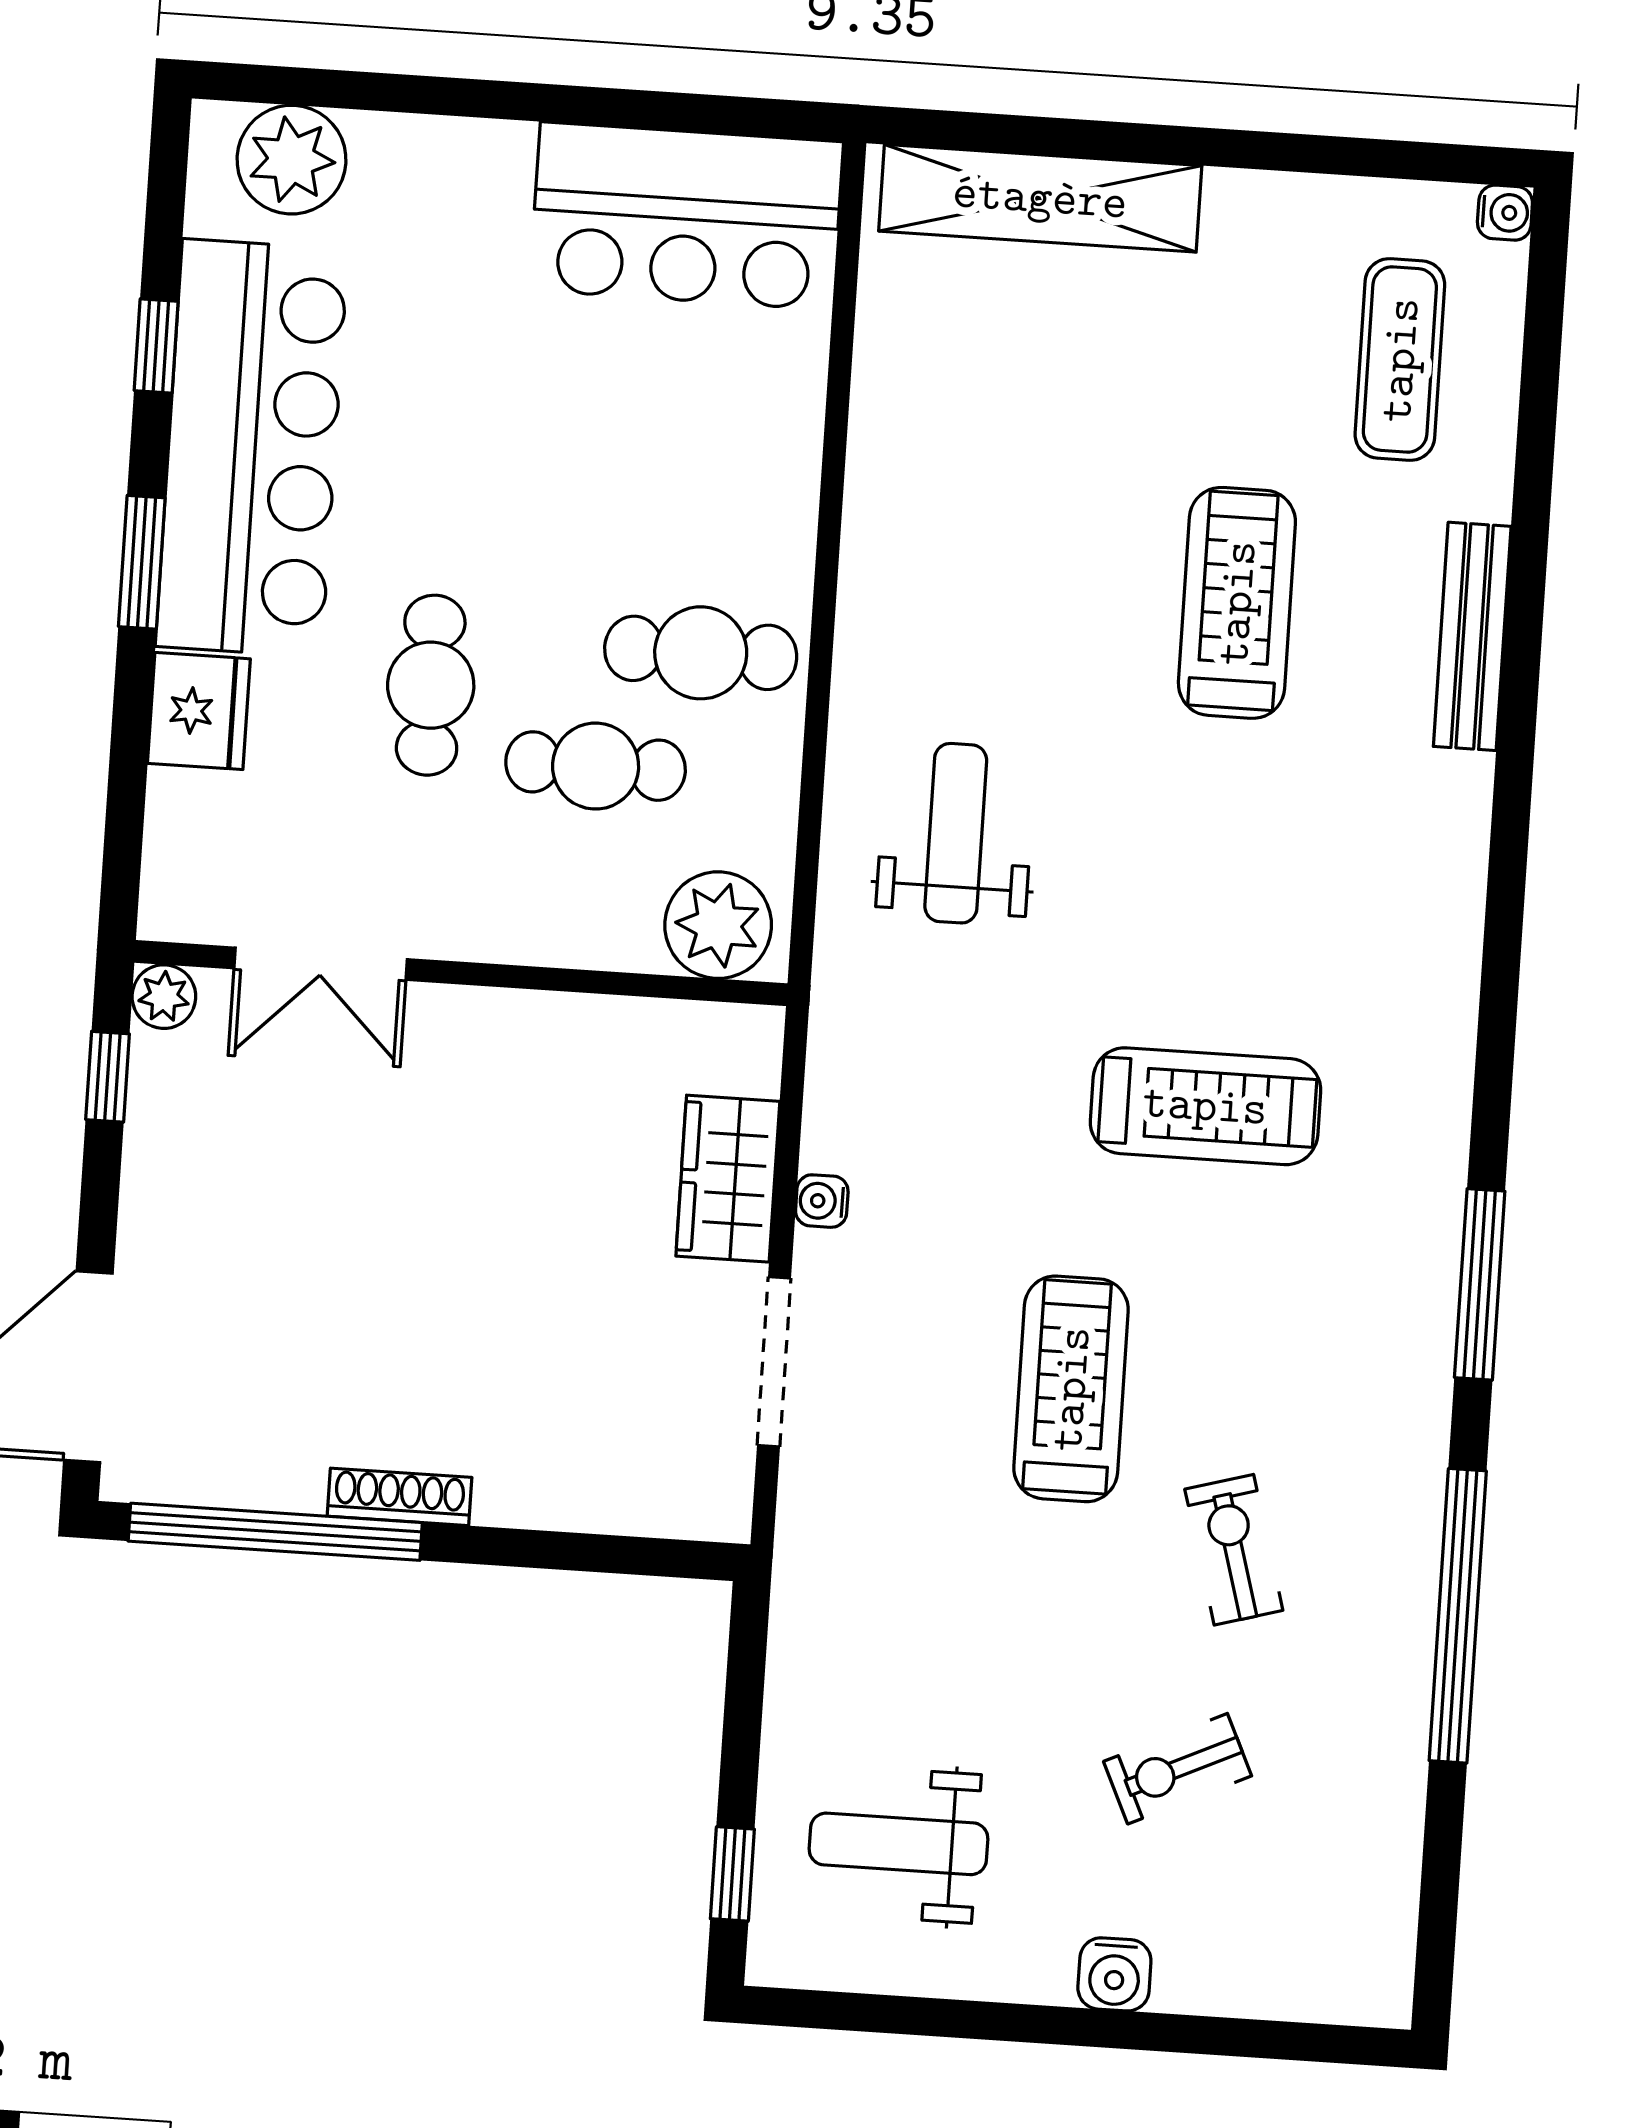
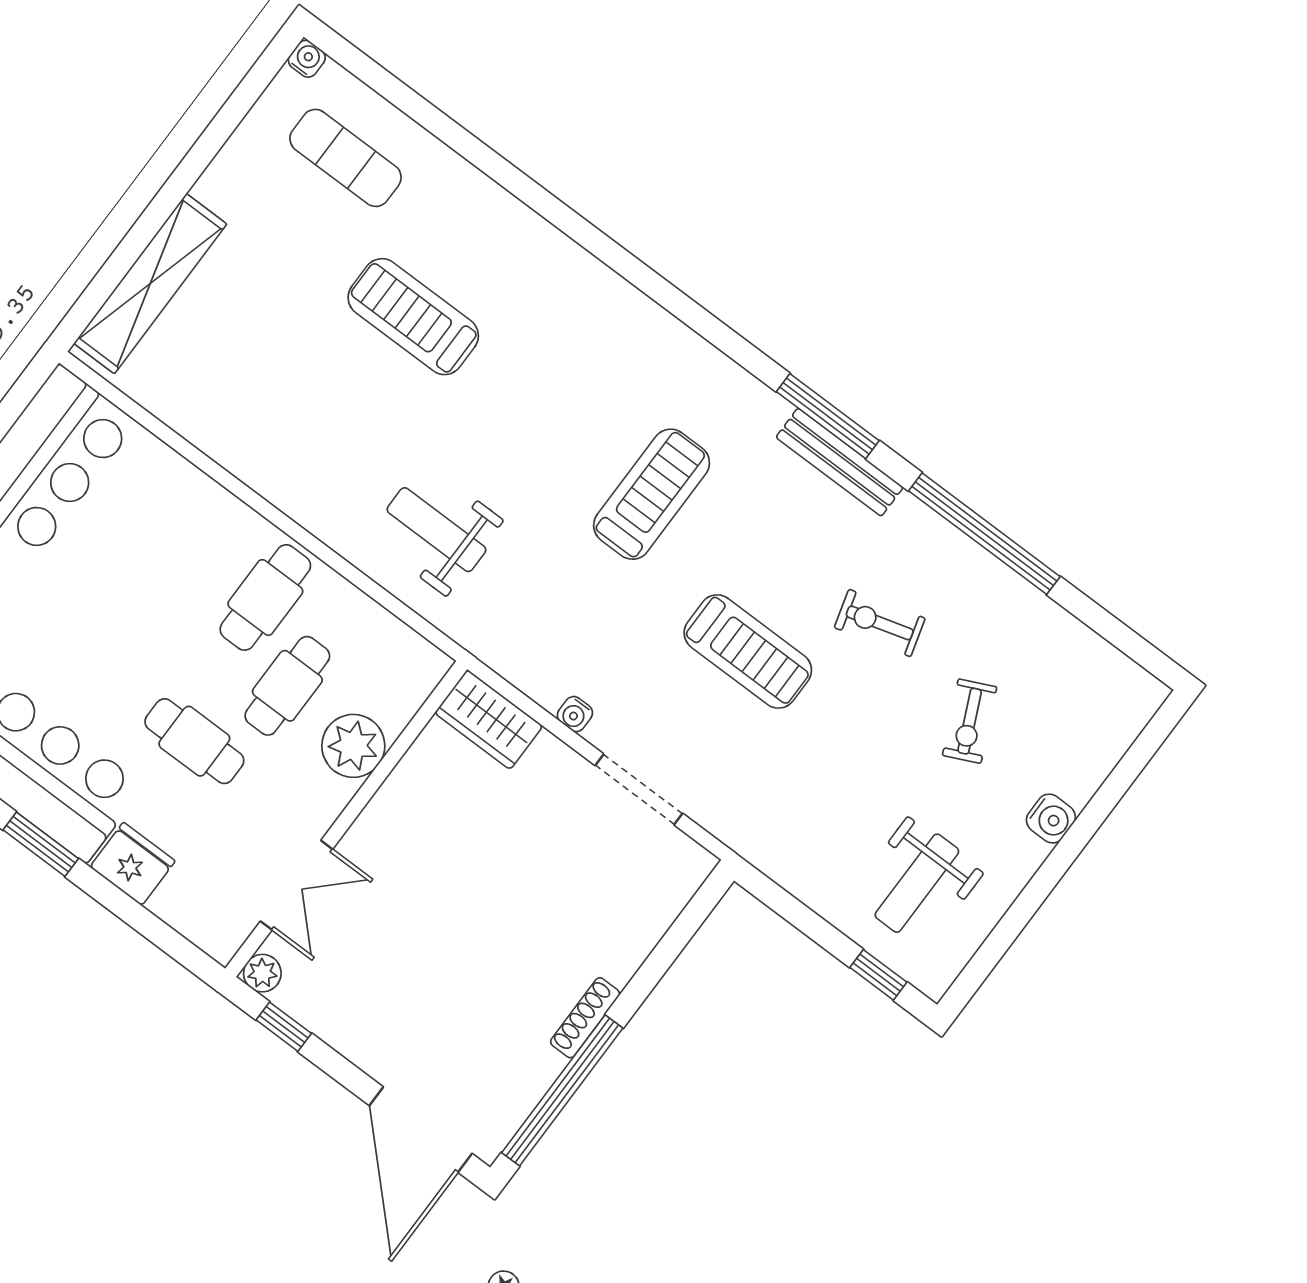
bench: (1472, 636) -> (840, 462), moved
plant: (718, 925) -> (353, 746), moved
wardrobe: (728, 1179) -> (489, 720), moved
treadmill: (1071, 1389) -> (748, 652), turned 180

